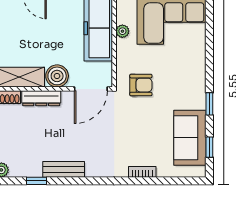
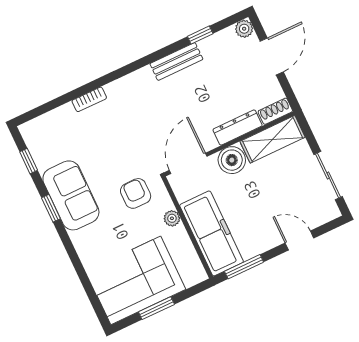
plant: (122, 31) -> (172, 218), moved
armchair: (141, 85) -> (136, 193), turned 90
sofa: (190, 138) -> (71, 195), moved

